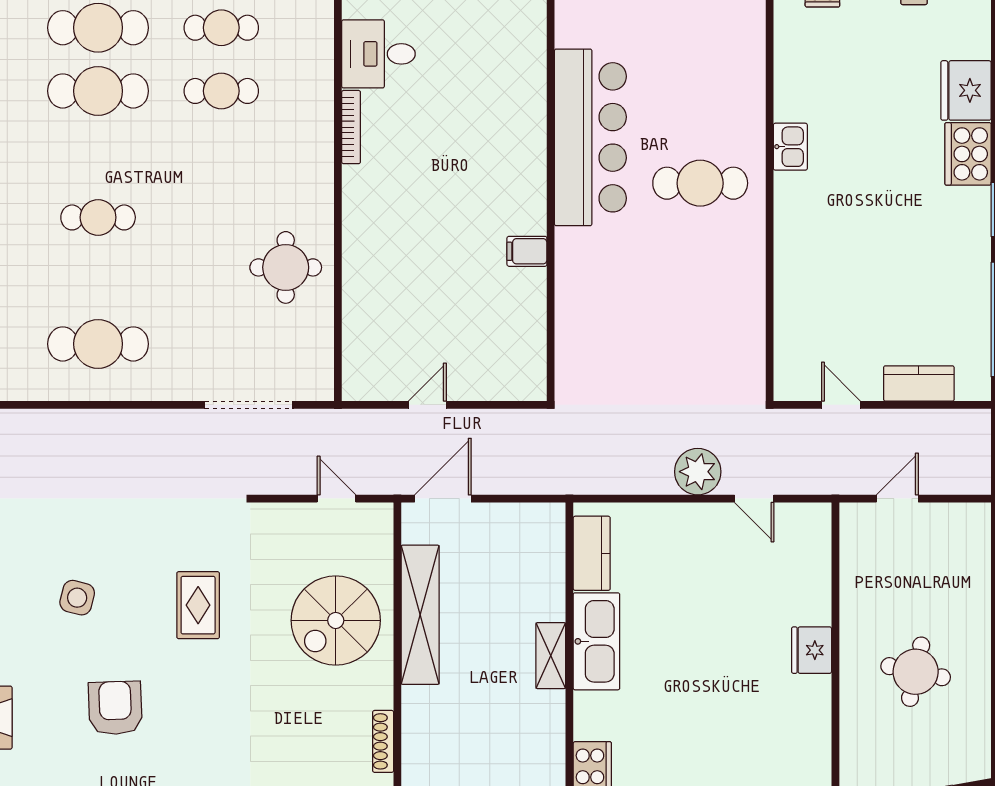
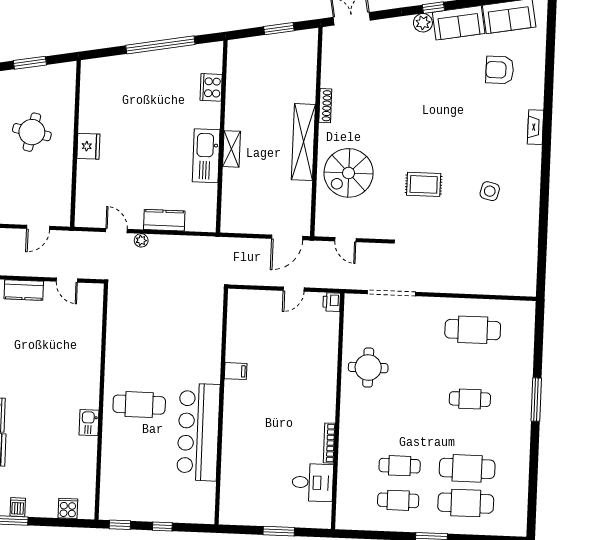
printer: (357, 384) -> (332, 302), added
plant: (698, 472) -> (141, 240), width x0.53, depth x0.53
kitchen counter: (592, 553) -> (164, 220), moved, turned 90
rug: (198, 605) -> (424, 184), turned 90
shelving: (420, 615) -> (303, 142), moved
spiral stairs: (336, 620) -> (349, 173), turned 180
armchair: (115, 708) -> (471, 130), removed

